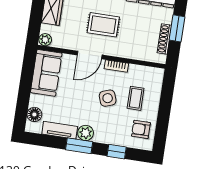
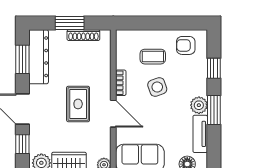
armchair: (141, 129) -> (186, 45), turned 90

